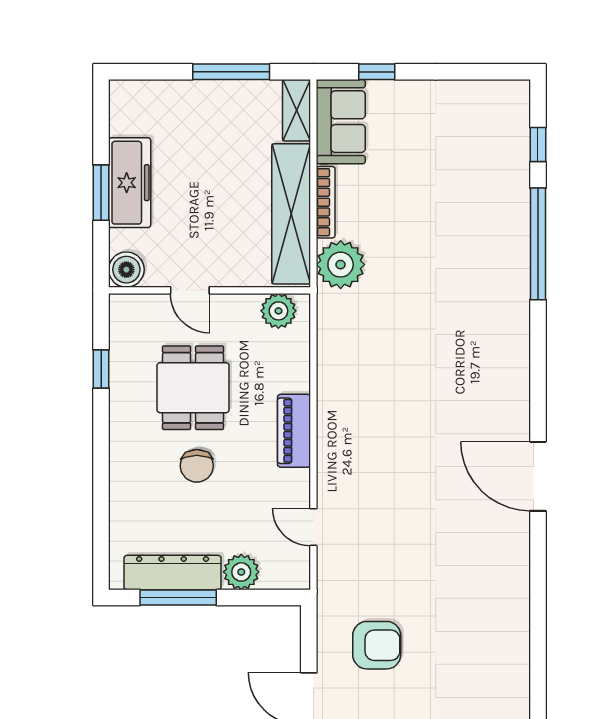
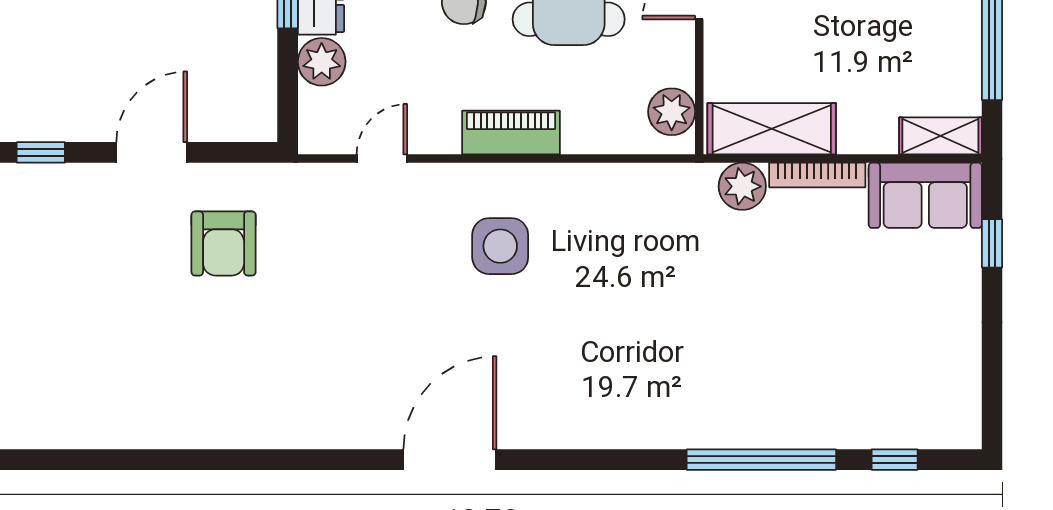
shelving: (291, 214) -> (772, 129), width x0.68
plant: (341, 265) -> (742, 186), width x0.73, depth x0.73
side table: (379, 439) -> (500, 246), added

